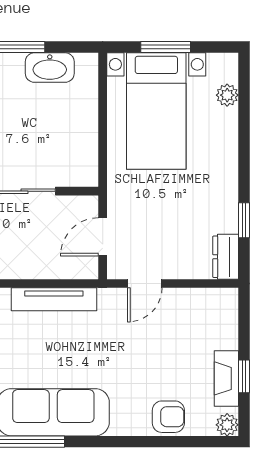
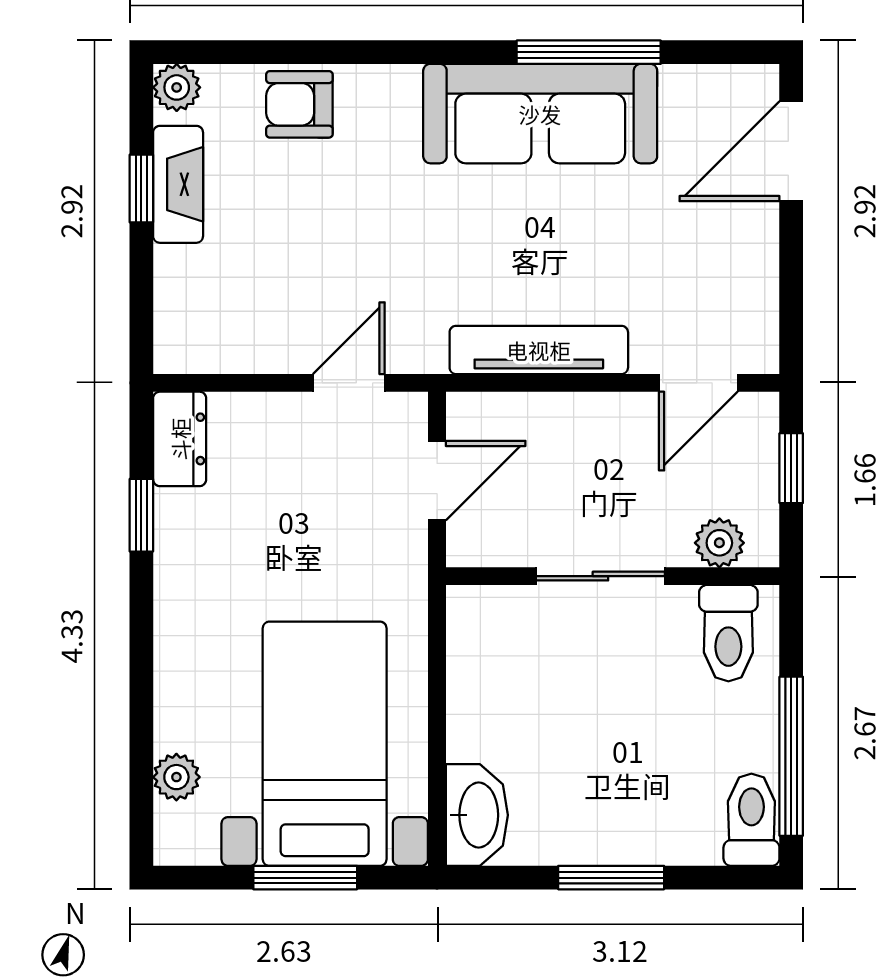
washbasin: (50, 68) -> (477, 815), moved, turned 90

